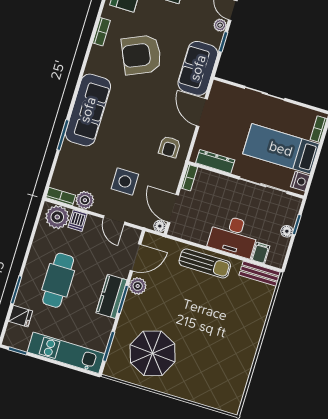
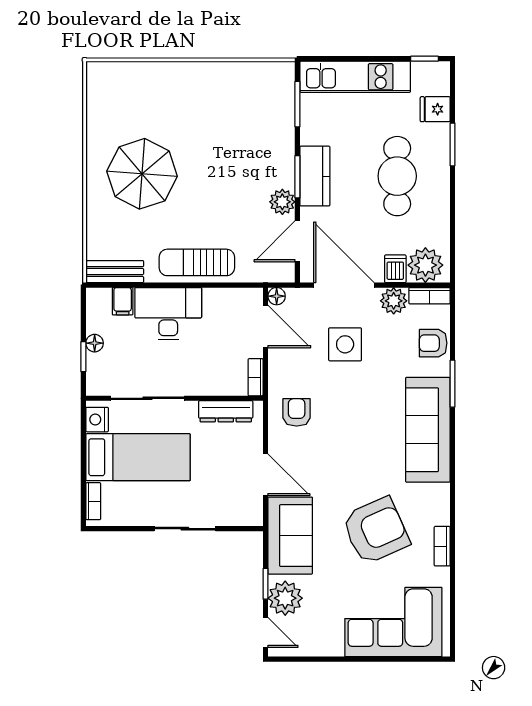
plant: (220, 25) -> (285, 598), width x1.88, depth x1.88
armchair: (68, 165) -> (433, 343), added
door: (114, 220) -> (344, 285), width x1.88
parasol: (153, 353) -> (142, 174), moved

